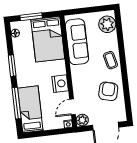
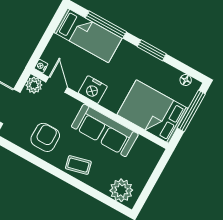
window: (31, 17) -> (191, 111), width x1.44
sofa: (77, 42) -> (105, 130), moved
armchair: (108, 91) -> (45, 137), turned -104

